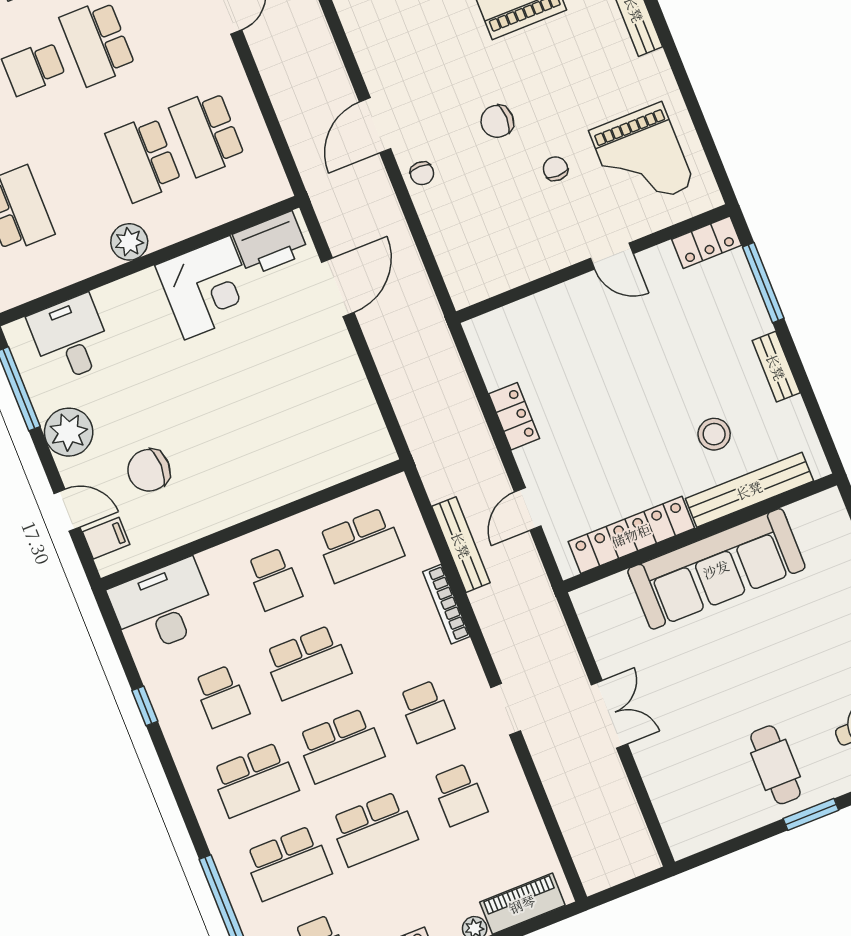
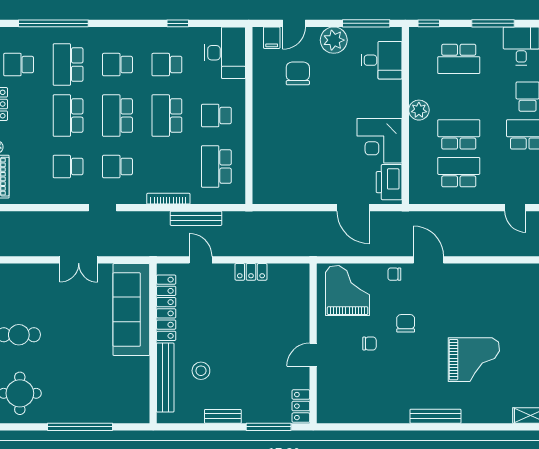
grand piano: (642, 158) -> (348, 291), moved, turned 90
sofa: (716, 569) -> (131, 310), moved
school desk: (255, 780) -> (117, 65), width x0.54

